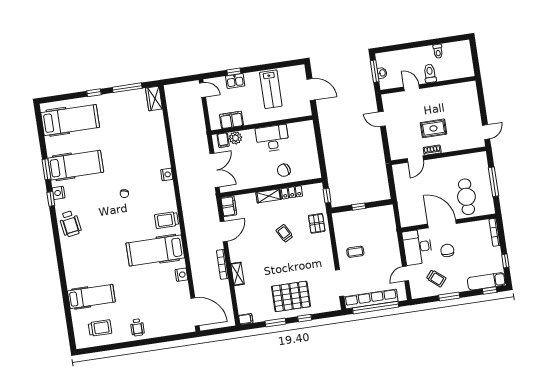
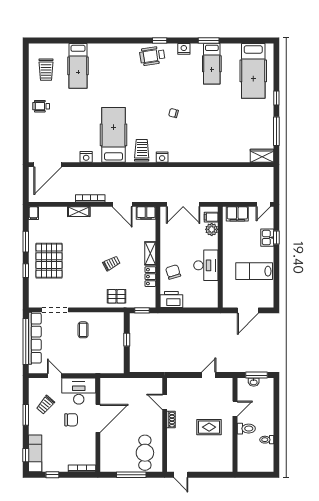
filing cabinet: (232, 120) -> (237, 214), moved, turned 90
rug: (433, 128) -> (209, 427), moved, turned 90
hospital bed: (76, 165) -> (212, 64), width x0.73, depth x0.78
printer: (312, 168) -> (171, 300), added
nightstand: (167, 175) -> (162, 157), moved
cafe table: (466, 197) -> (145, 453), moved, turned 90
window: (51, 199) -> (160, 41), moved

